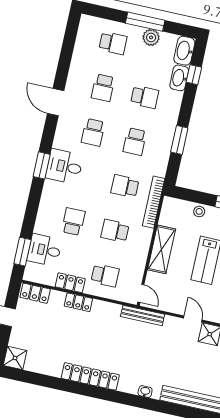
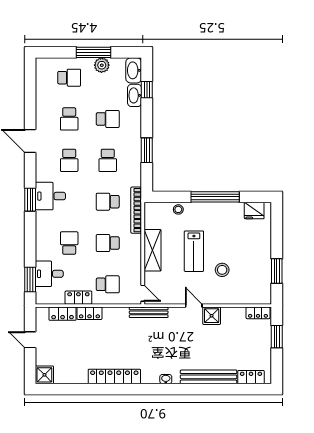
locker: (35, 293) -> (63, 314), moved

